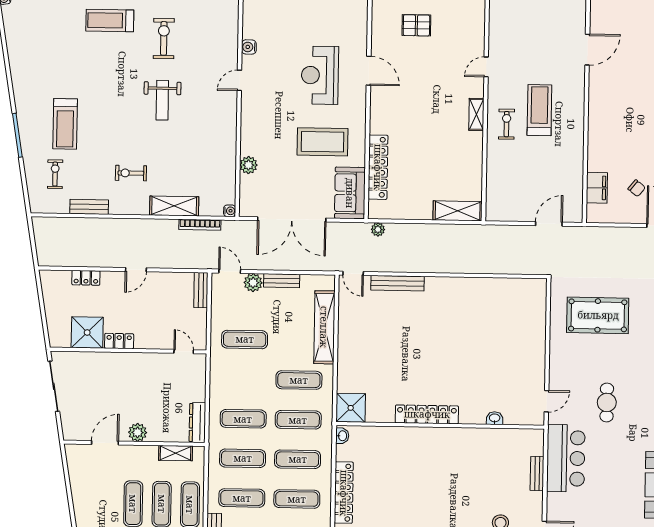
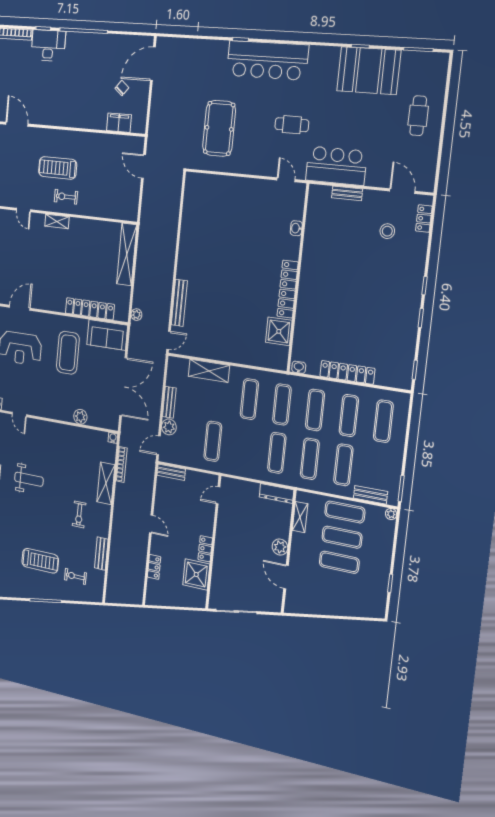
shelving: (458, 211) -> (127, 254), width x1.47
shelving: (324, 327) -> (209, 371), width x0.68
shower: (351, 408) -> (279, 331), moved

